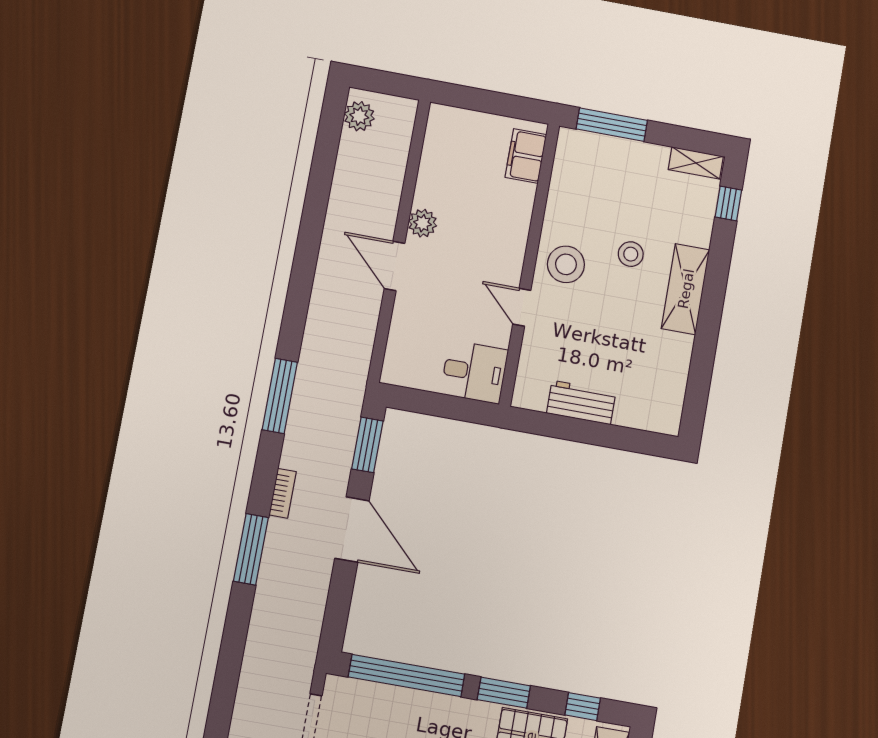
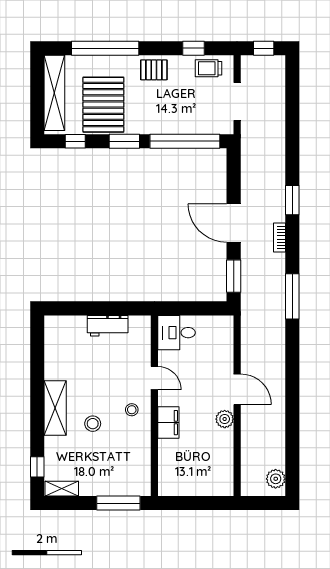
filing cabinet: (526, 156) -> (168, 423), moved
stool: (566, 264) -> (132, 410), width x0.53, depth x0.53
window: (251, 549) -> (292, 200), width x0.69

